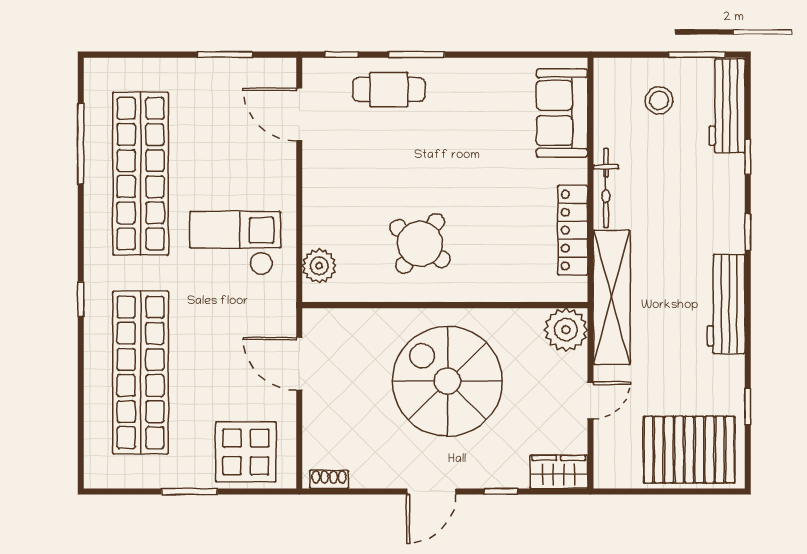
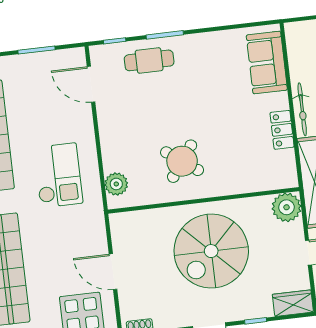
locker: (573, 230) -> (282, 130), width x0.66
checkout: (235, 243) -> (58, 175), turned 90
door: (299, 364) -> (113, 272), moved
spiral stairs: (447, 381) -> (211, 251), turned -90

